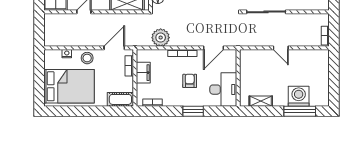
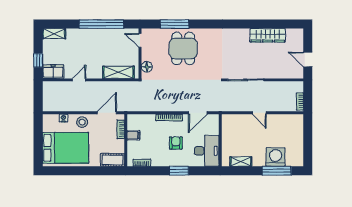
plant: (161, 38) -> (149, 103), removed
filing cabinet: (143, 73) -> (133, 135), width x0.50

